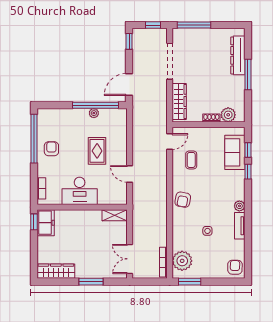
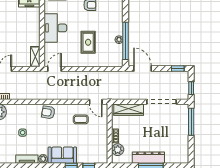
dresser: (238, 55) -> (148, 158), moved
rug: (97, 151) -> (88, 42), turned 90
sofa: (235, 152) -> (62, 155), moved
door: (130, 174) -> (54, 69), moved

